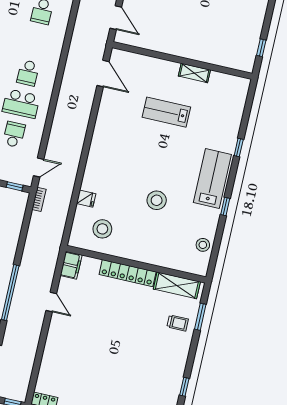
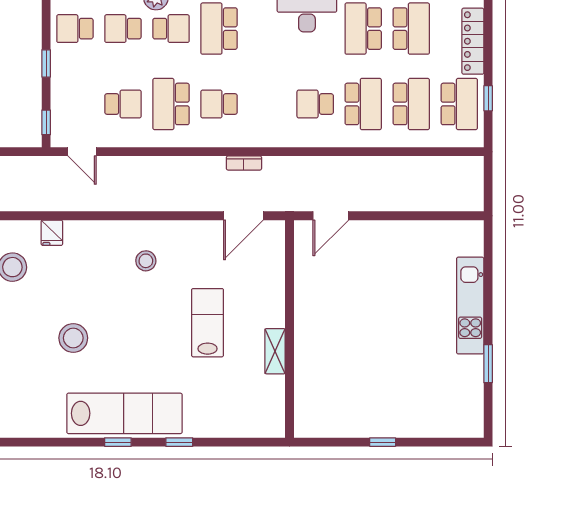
window: (261, 48) -> (383, 442), moved
lab bench: (212, 178) -> (124, 413), width x1.36
bookcase: (39, 199) -> (244, 163), moved
window: (225, 207) -> (118, 442), moved
stool: (203, 245) -> (146, 261), moved

